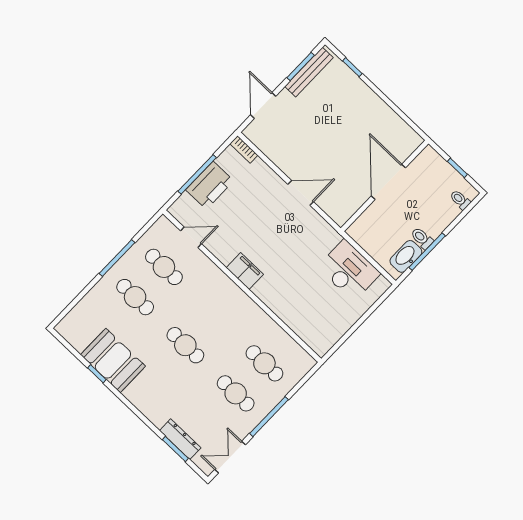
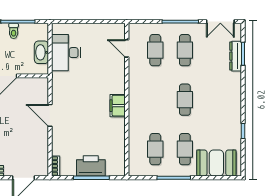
door: (191, 237) -> (127, 48), moved
washbasin: (406, 256) -> (41, 52), moved, turned 90
booth: (113, 360) -> (216, 163), moved, turned 90

